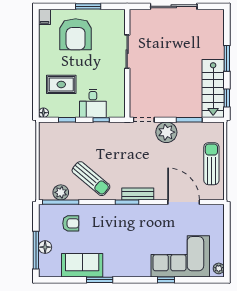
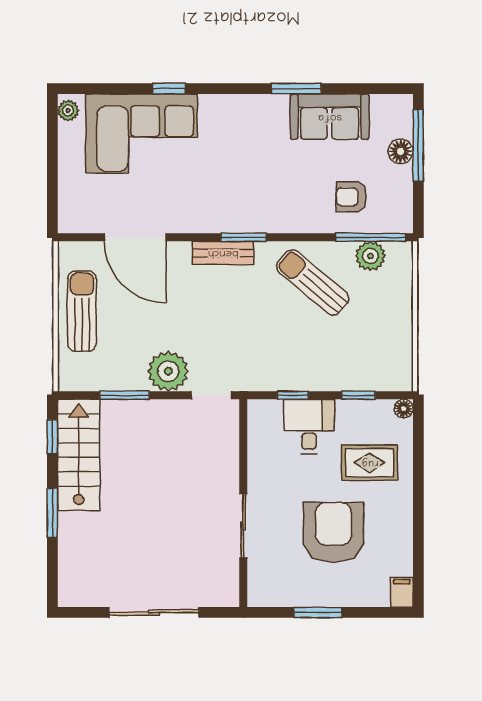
armchair: (76, 34) -> (333, 532), moved
sun lounger: (211, 164) -> (82, 311), turned 180

